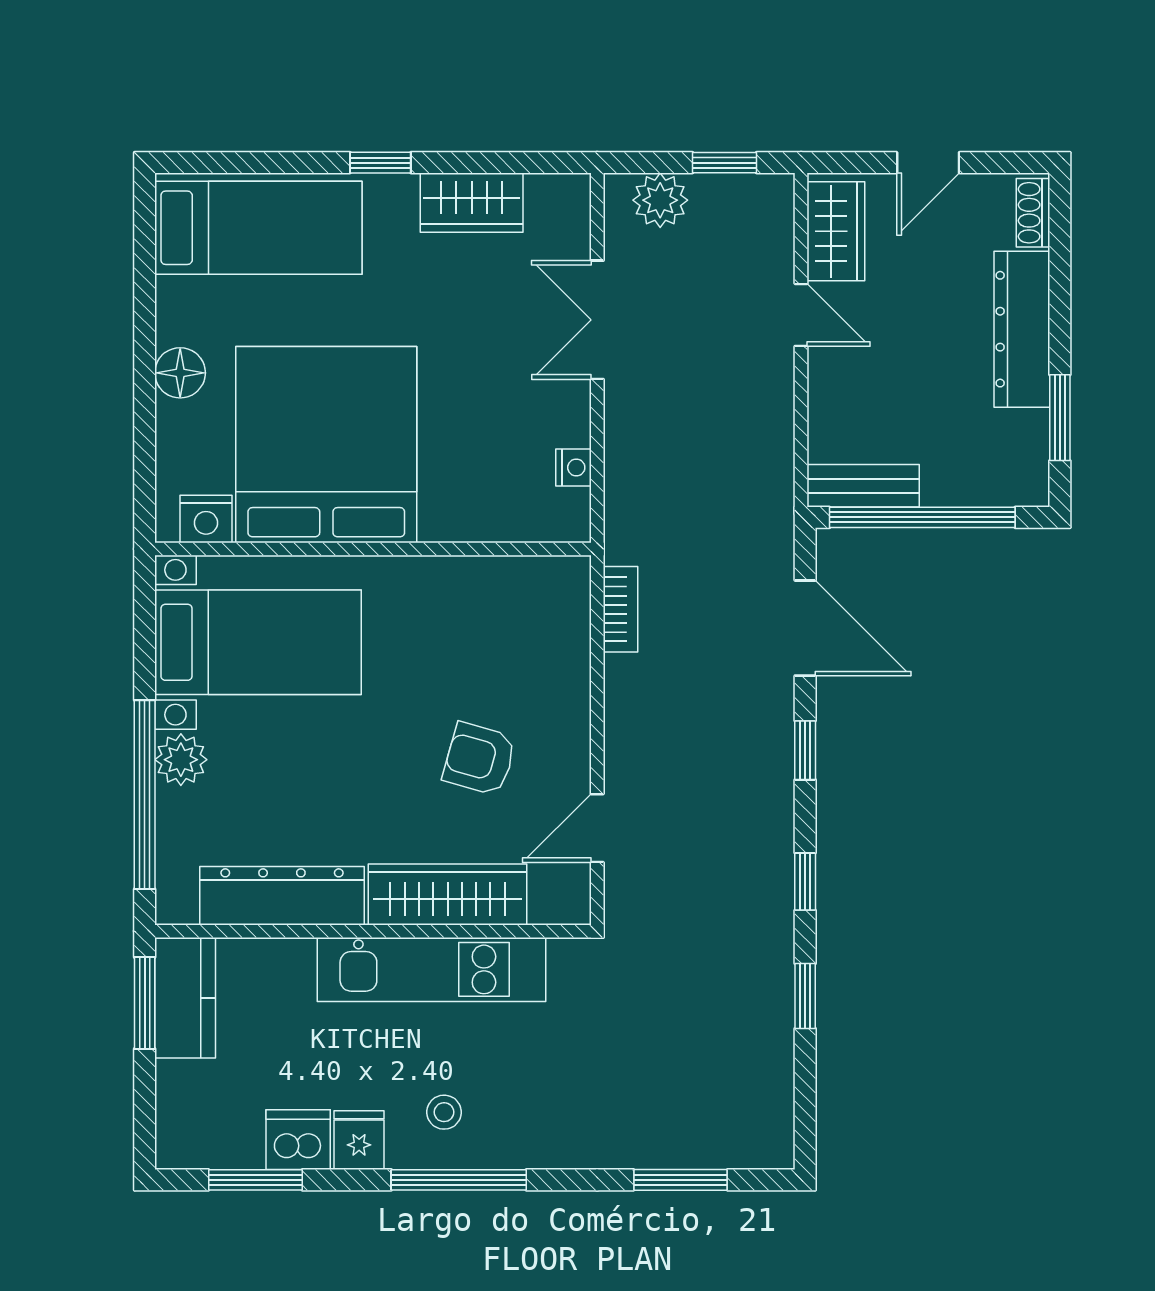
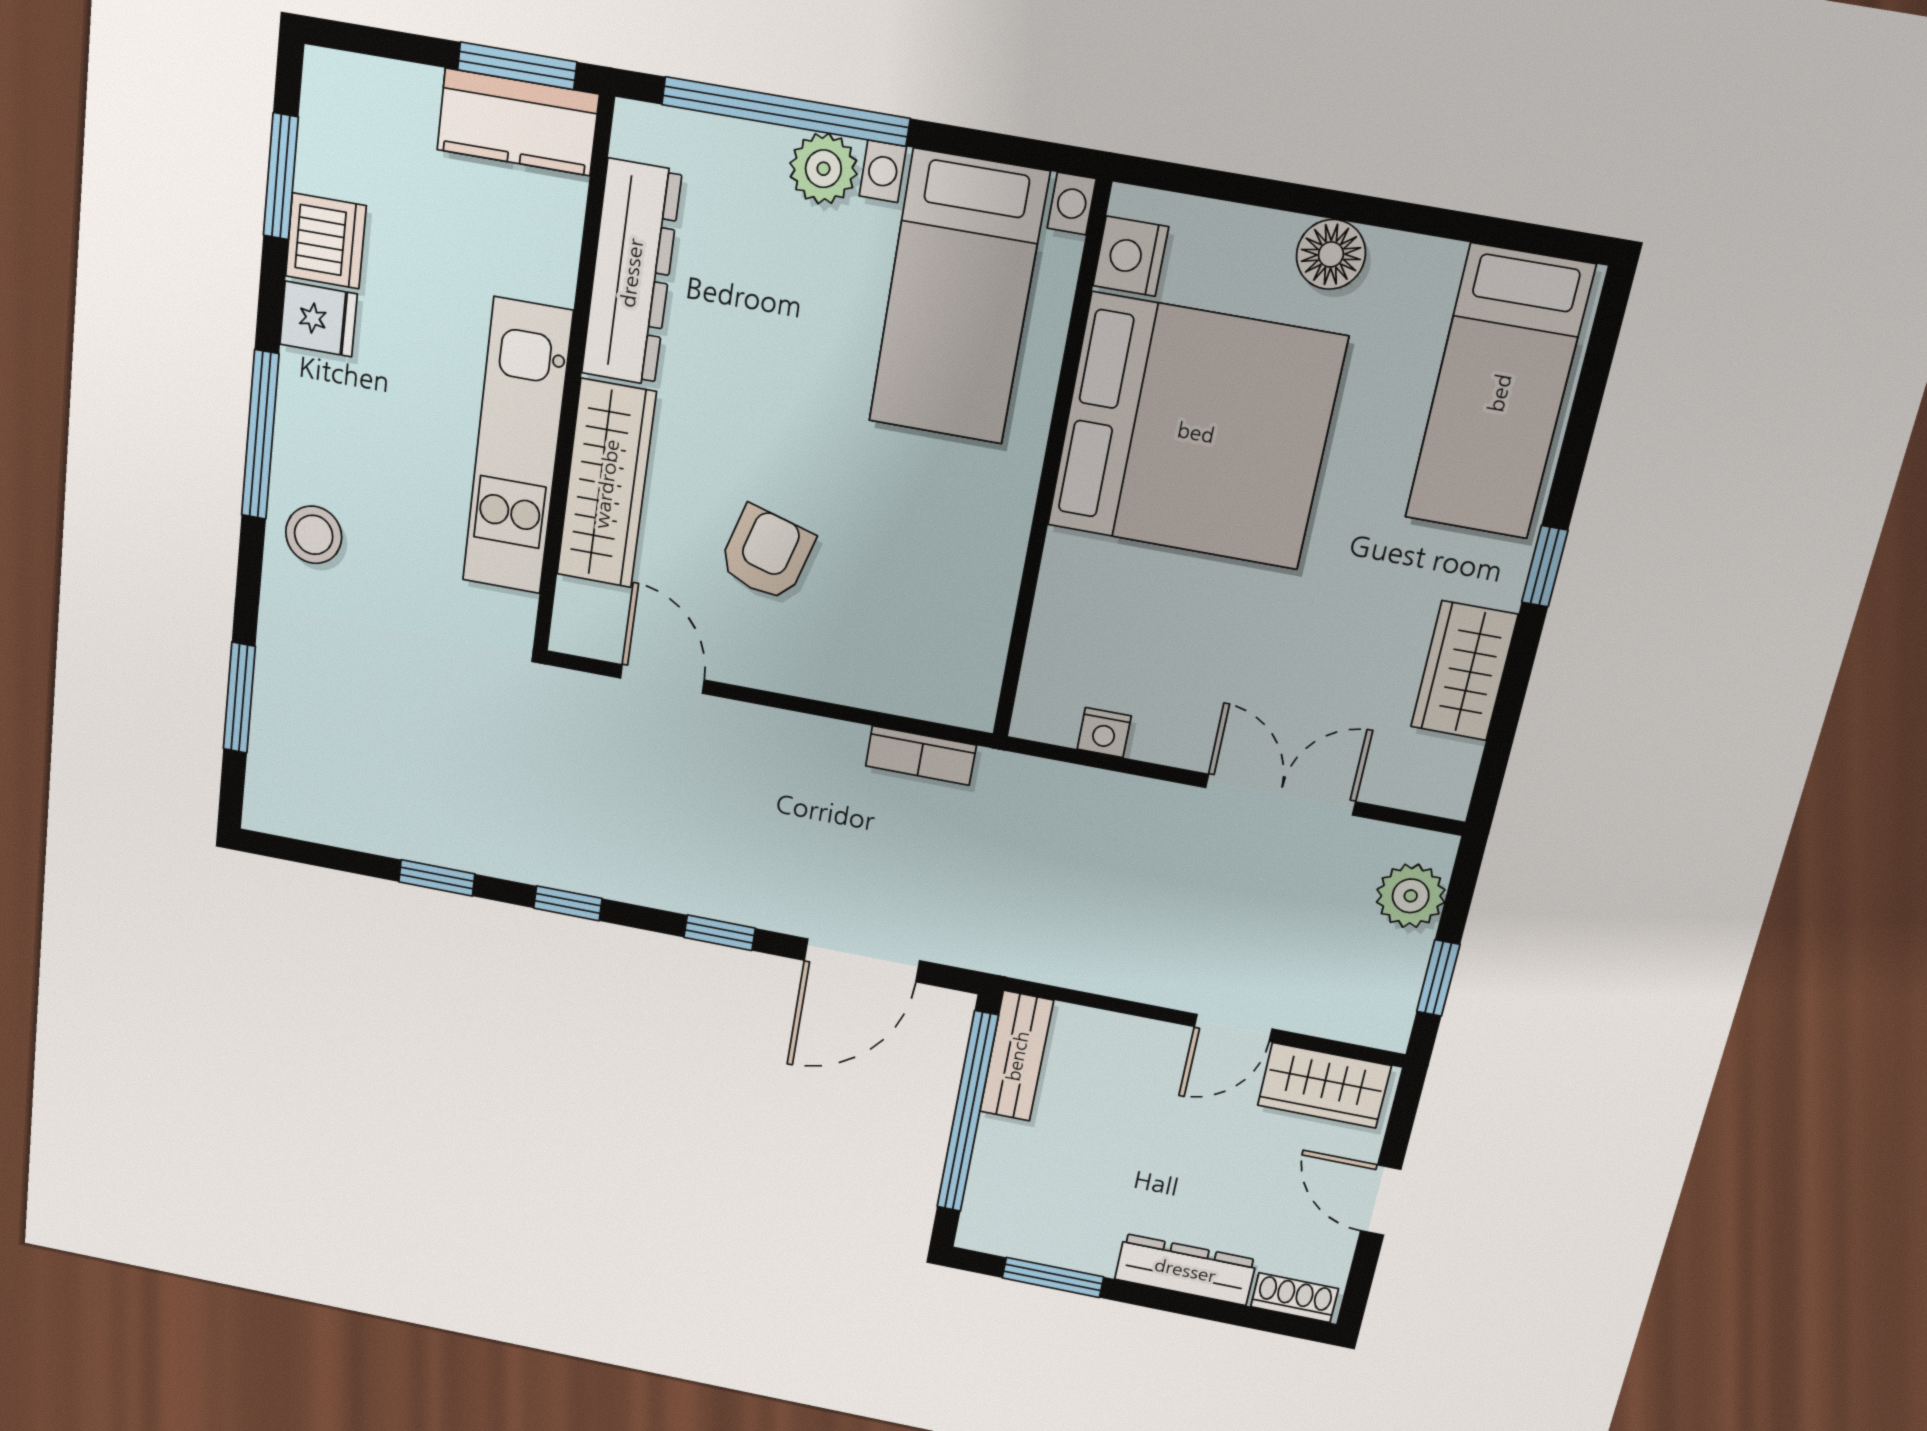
dresser: (1022, 329) -> (1185, 1270), width x0.73, depth x0.80
stool: (444, 1112) -> (314, 535), moved, width x1.37, depth x1.37

